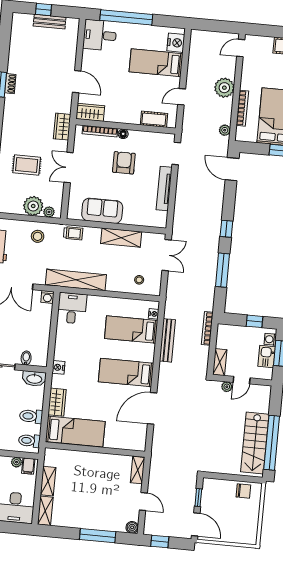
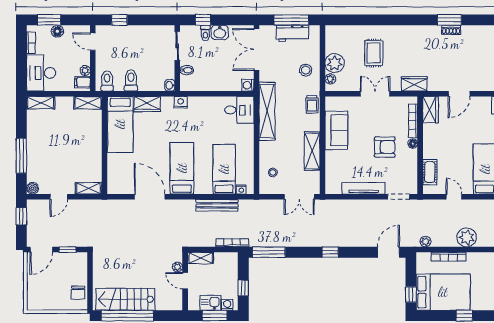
window: (223, 270) -> (269, 252), moved
washbasin: (34, 379) -> (170, 85), width x0.52, depth x0.69
shelving: (48, 481) -> (88, 103), moved

